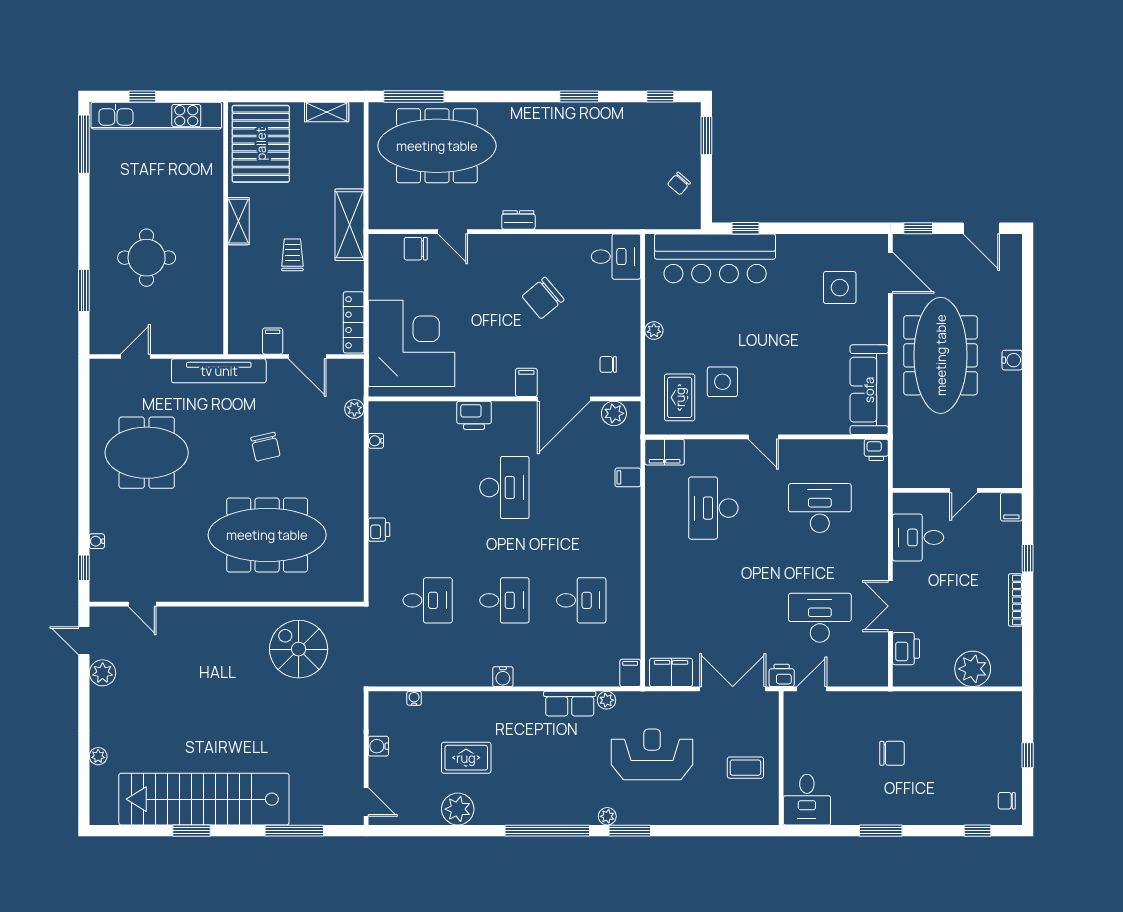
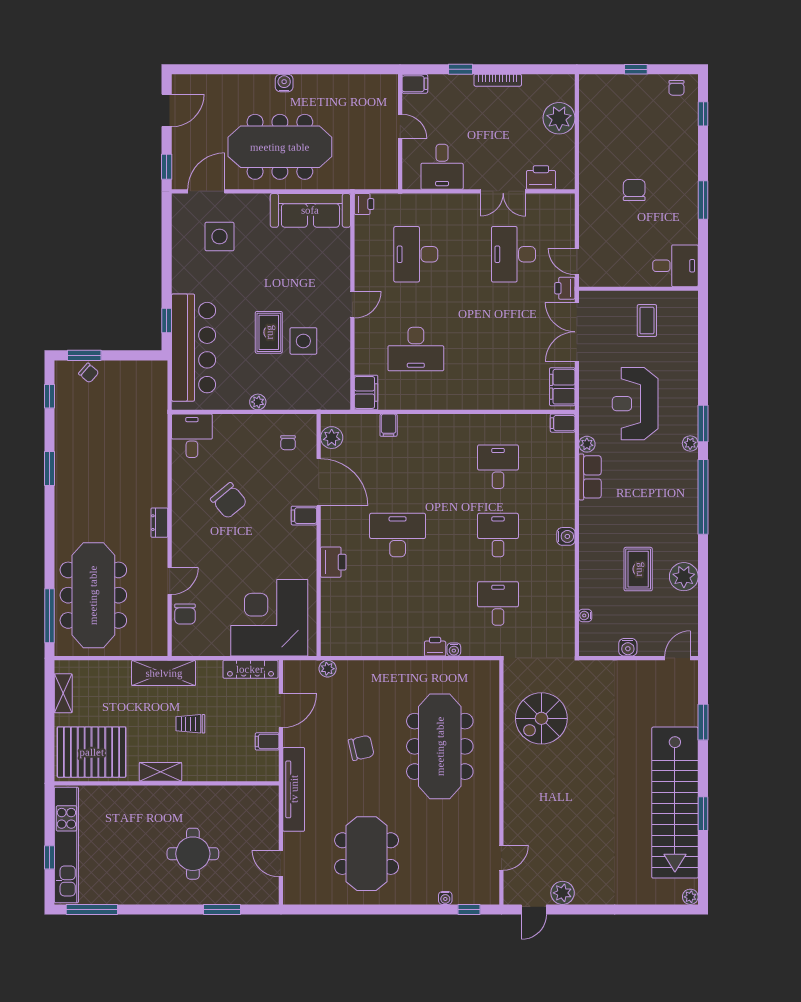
chair: (679, 183) -> (89, 373), moved
rug: (680, 397) -> (269, 332), moved, turned 90
water cooler: (376, 441) -> (454, 650), moved
plant: (98, 756) -> (690, 897), moved
window: (294, 831) -> (703, 722), width x0.69

